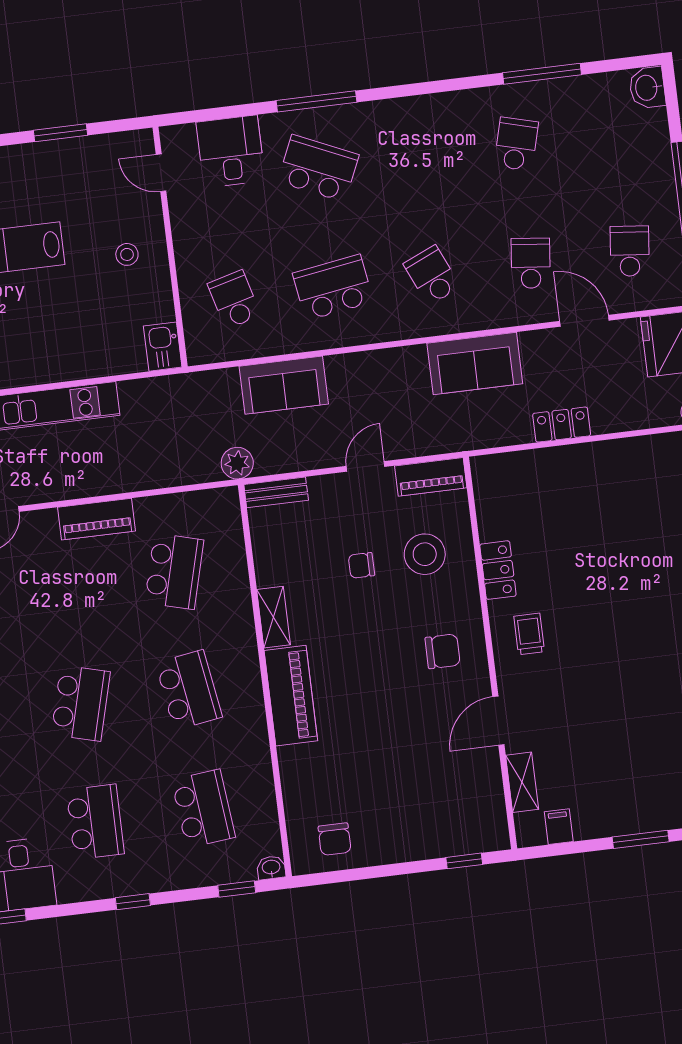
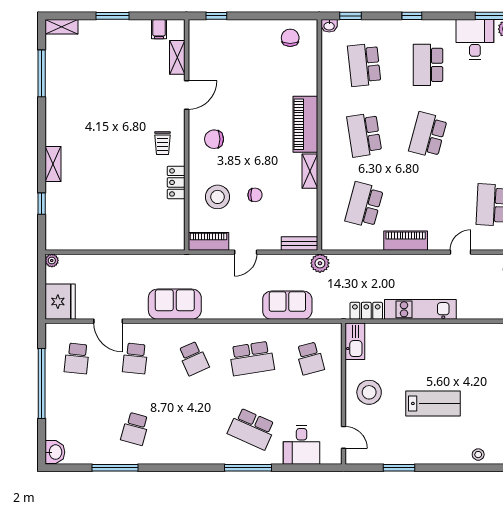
stool: (127, 254) -> (369, 392), width x1.89, depth x1.89
kitchen sink: (163, 347) -> (355, 341), width x1.38
locker: (562, 425) -> (366, 311), moved, turned 180

